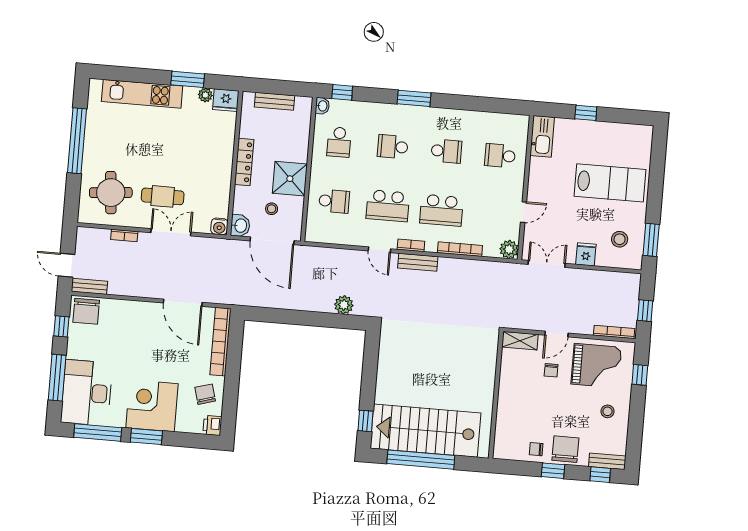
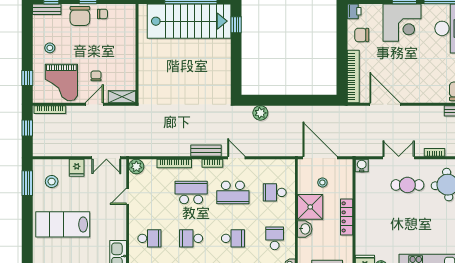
school desk: (388, 206) -> (233, 192), turned 180
washbasin: (240, 226) -> (305, 229), moved, turned 180
double door: (171, 232) -> (399, 158), swing flipped
grand piano: (596, 366) -> (61, 82), turned -90
chair: (205, 394) -> (362, 35), turned 106

